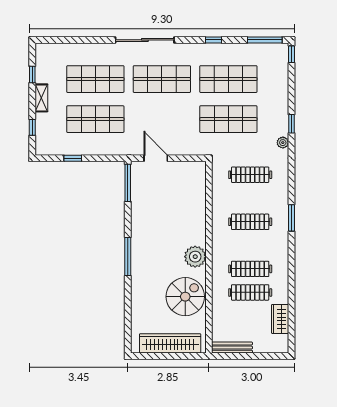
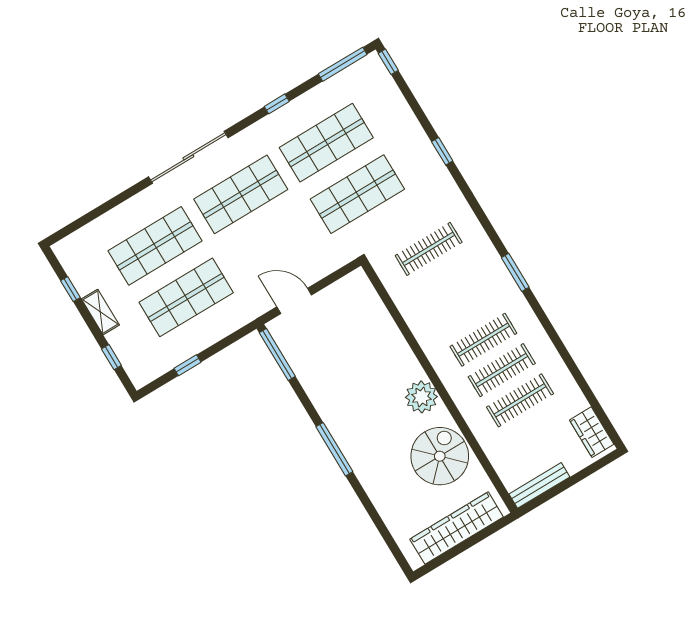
plant: (283, 143) -> (446, 182), removed
clothes rail: (250, 222) -> (483, 340), moved
wardrobe: (280, 319) -> (592, 432), moved

